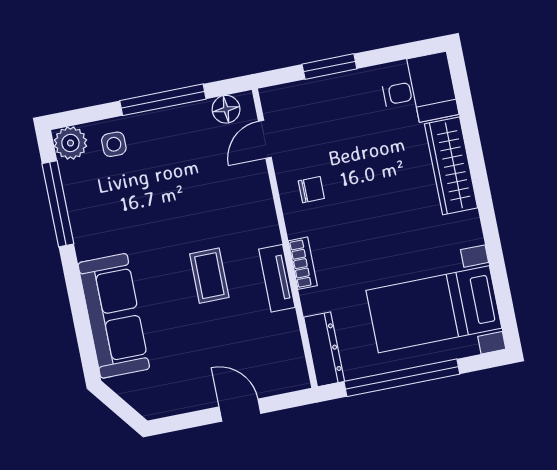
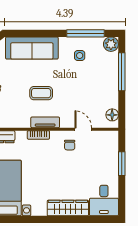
window: (163, 100) -> (122, 72), moved
door: (265, 139) -> (83, 129), moved
side table: (114, 144) -> (80, 56), moved
tv unit: (277, 278) -> (45, 122), moved

